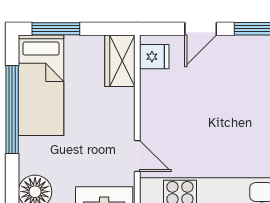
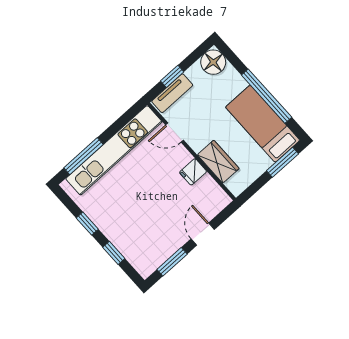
fridge: (154, 57) -> (193, 172), moved
wardrobe: (120, 61) -> (218, 162), moved

